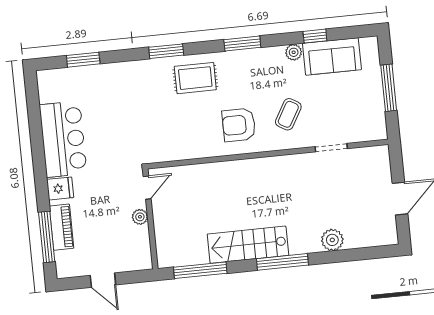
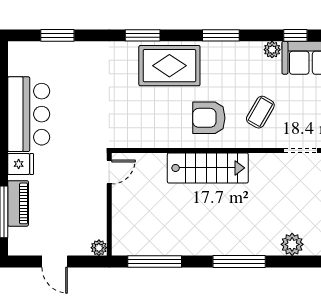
rug: (195, 78) -> (169, 66), width x1.36, depth x1.43
plant: (140, 217) -> (99, 248), moved
stairs: (248, 245) -> (208, 168), moved, turned 180

